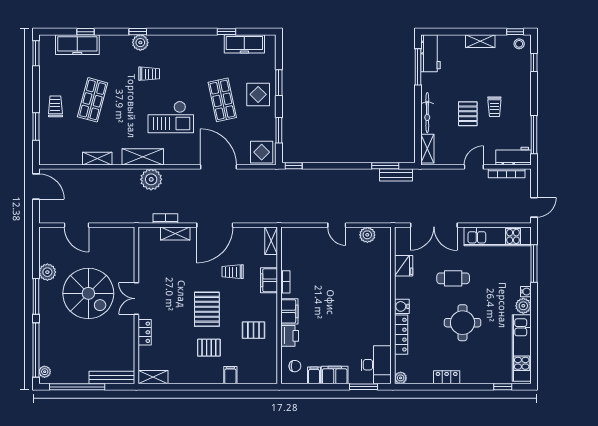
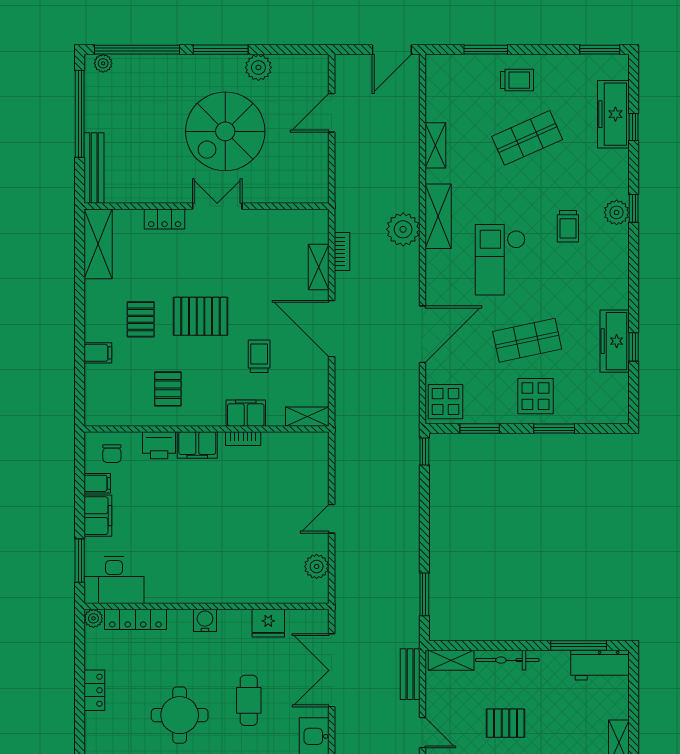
freezer: (244, 44) -> (615, 341), moved
shop shelf: (93, 100) -> (527, 138), turned -39
bench: (396, 175) -> (410, 674), moved
locker: (401, 335) -> (135, 619), moved
shelving: (153, 377) -> (98, 244), width x1.50, depth x1.33

